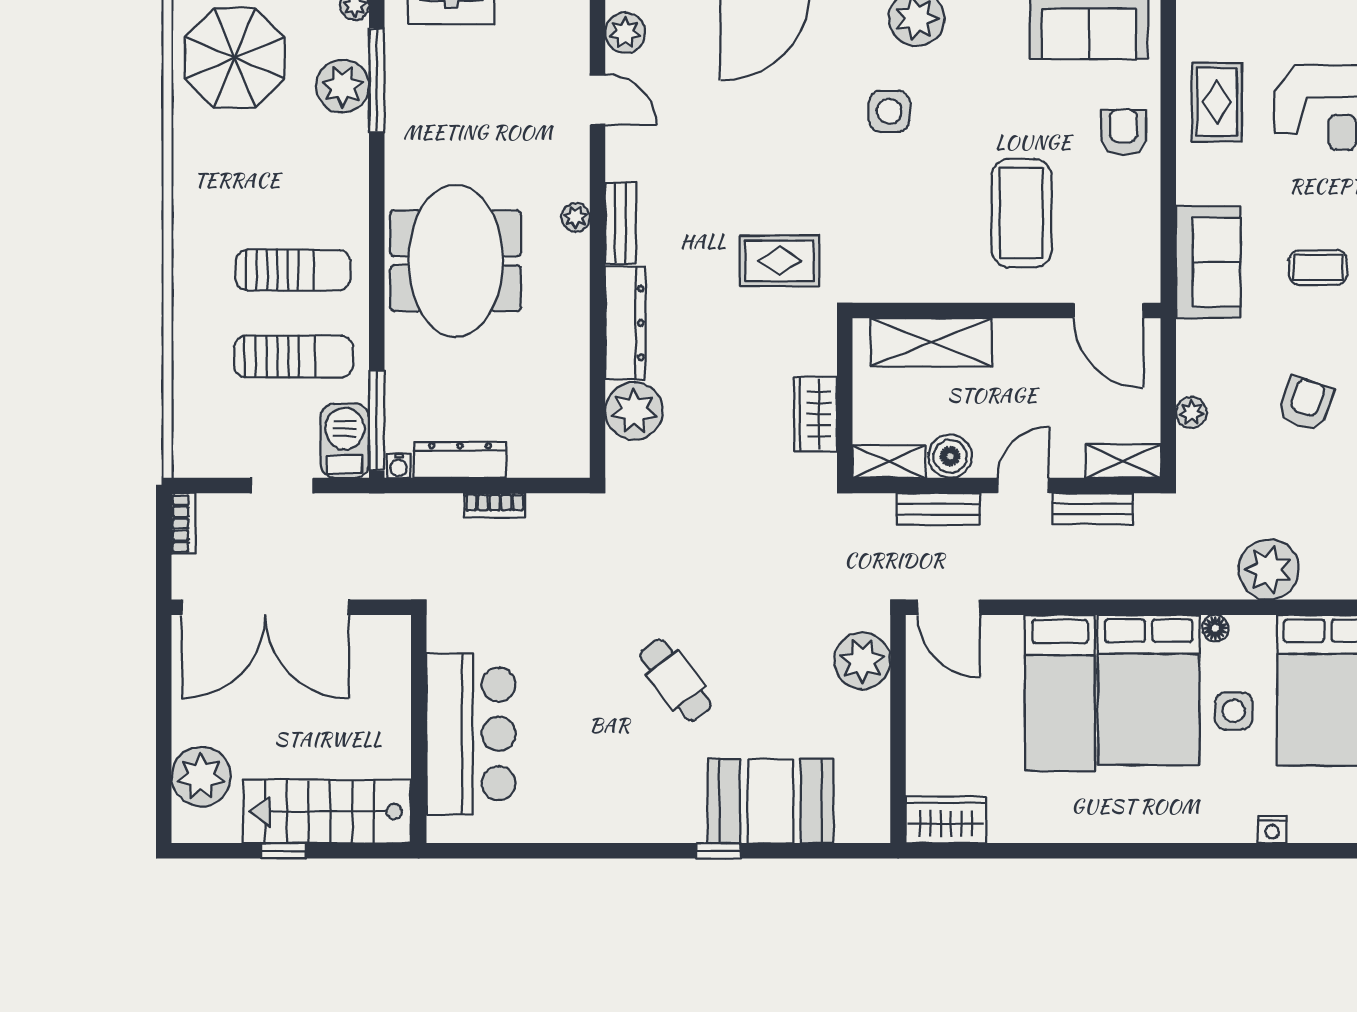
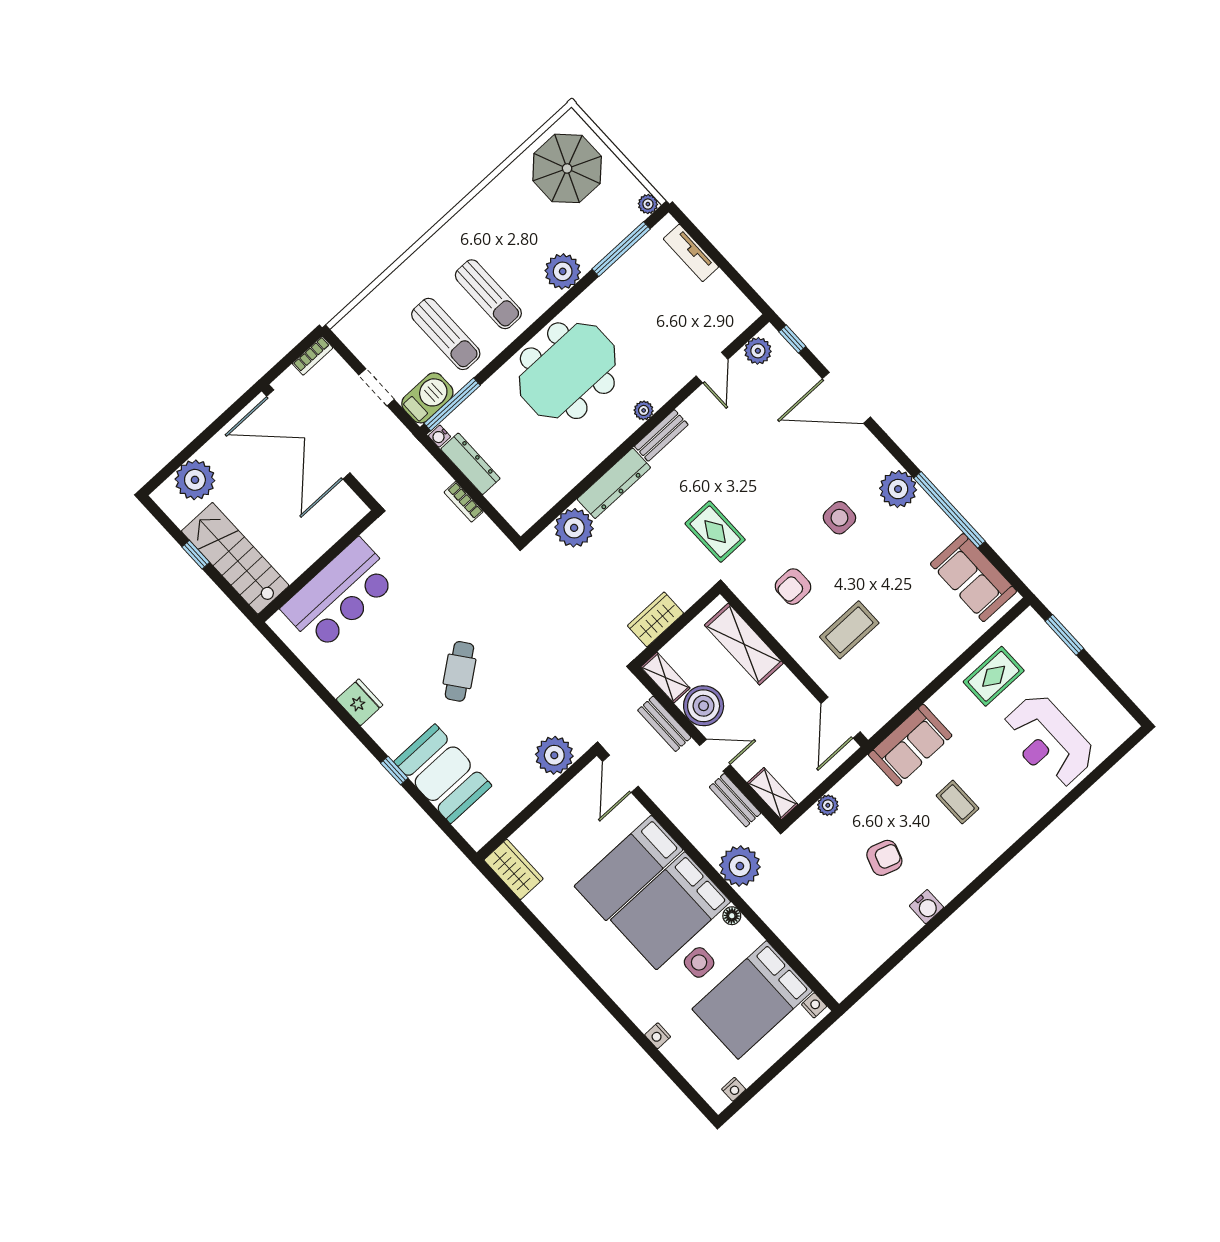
plant: (343, 86) -> (563, 271), moved
armchair: (1123, 132) -> (793, 587), moved, turned 180
coffee table: (1021, 213) -> (849, 630), width x0.73, depth x0.76
boiler: (950, 456) -> (704, 706), width x1.37, depth x1.37
plant: (1269, 569) -> (740, 866), moved
fridge: (609, 820) -> (360, 702), added

